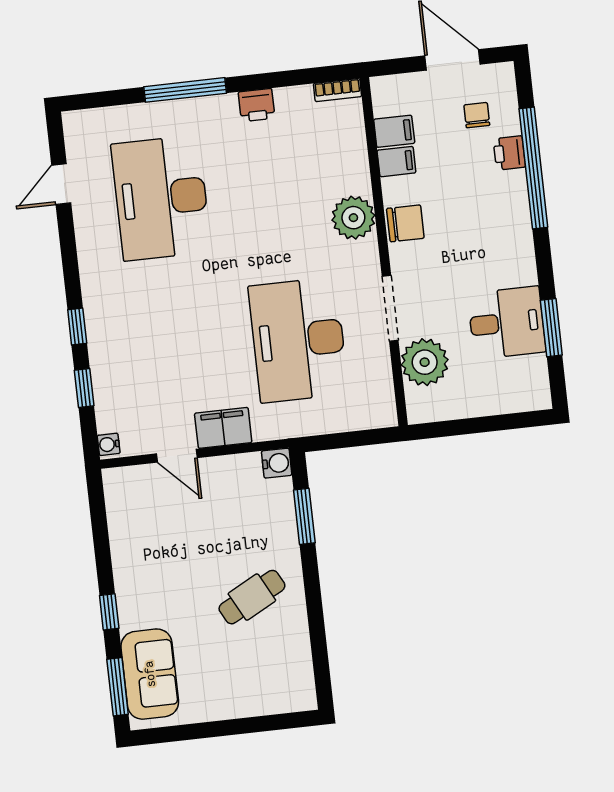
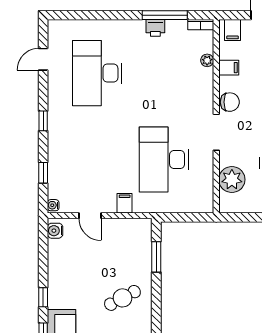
window: (185, 90) -> (165, 15), moved
filing cabinet: (394, 131) -> (233, 30), moved, turned 90
plant: (353, 218) -> (207, 60), moved, width x0.53, depth x0.53
doorway: (390, 308) -> (216, 132), moved
window: (77, 327) -> (43, 121), moved
filing cabinet: (223, 428) -> (125, 203), width x0.50
water cooler: (277, 463) -> (55, 231), moved, turned 180

